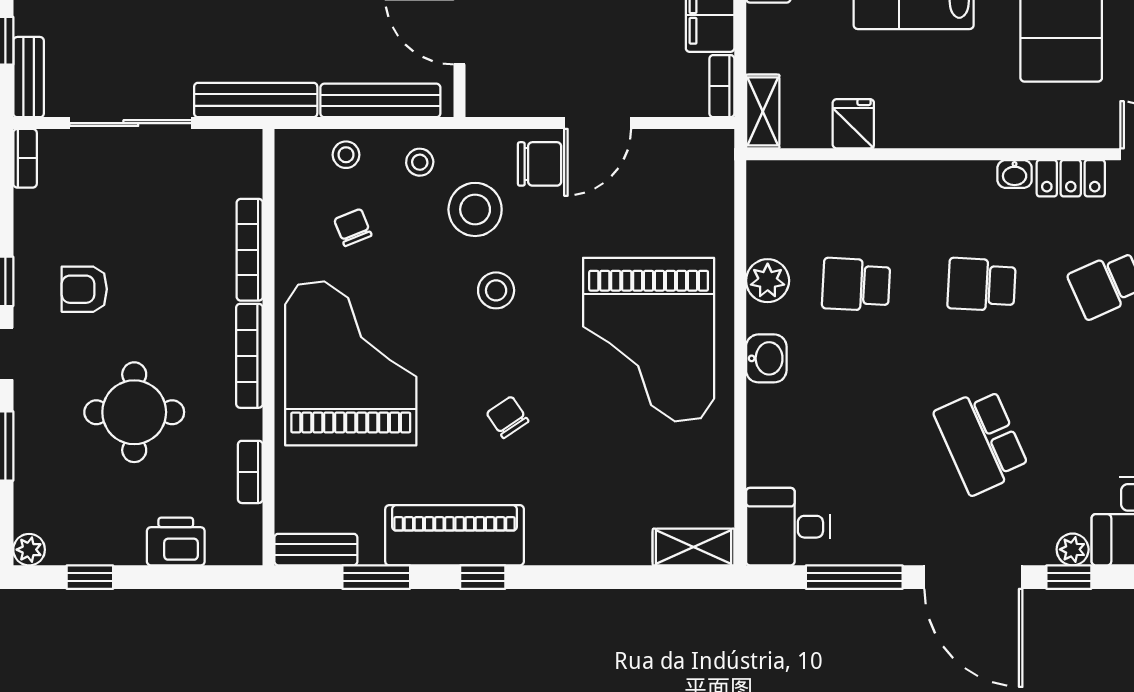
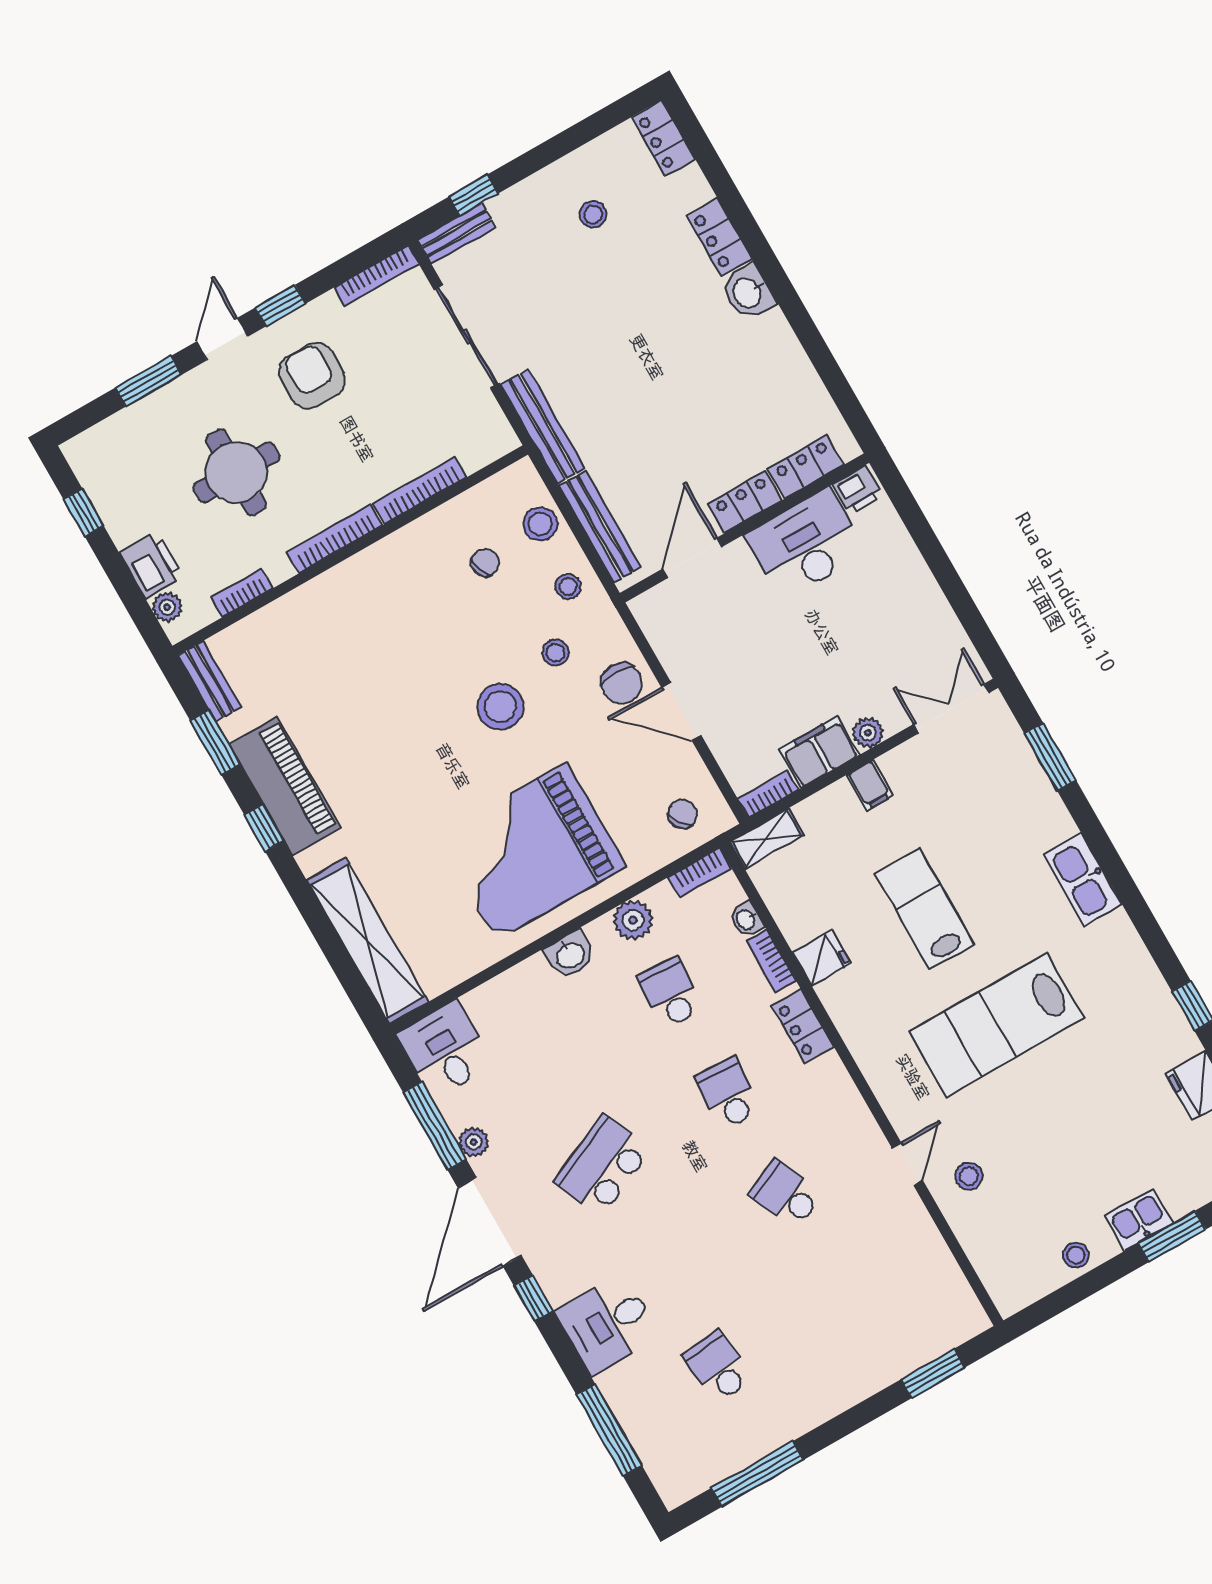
fridge: (853, 124) -> (822, 958), moved
stool: (346, 155) -> (540, 524), width x1.37, depth x1.37
bookcase: (25, 158) -> (377, 276), width x1.56
bookcase: (880, 173) -> (771, 961), added
washbasin: (1015, 174) -> (746, 919), moved
locker: (1071, 178) -> (803, 1026), moved
bookcase: (759, 192) -> (700, 873), added
stool: (475, 209) -> (556, 653), width x0.53, depth x0.53
armchair: (84, 289) -> (312, 376), width x1.38, depth x1.38
stool: (496, 290) -> (500, 707), width x1.38, depth x1.38
grand piano: (351, 363) -> (375, 624), removed
chair: (508, 417) -> (682, 814), moved
shelving: (694, 547) -> (367, 941), width x2.20, depth x1.33
plant: (1073, 549) -> (474, 1142), moved
plant: (29, 550) -> (167, 607), moved

